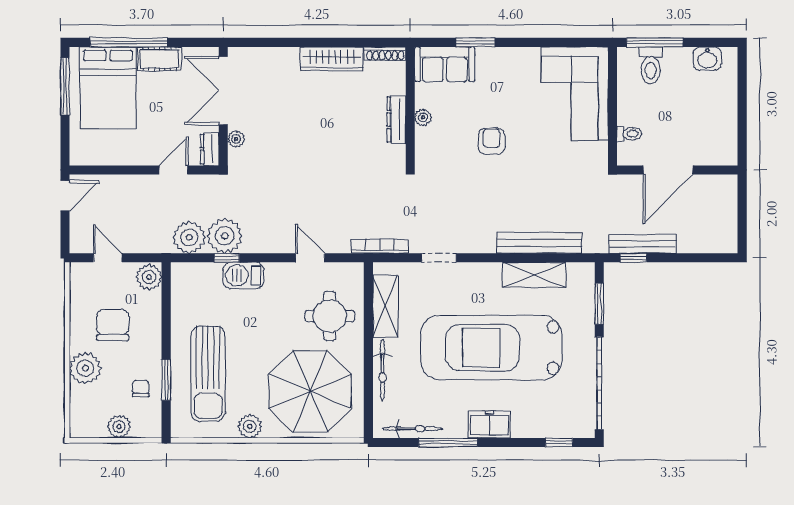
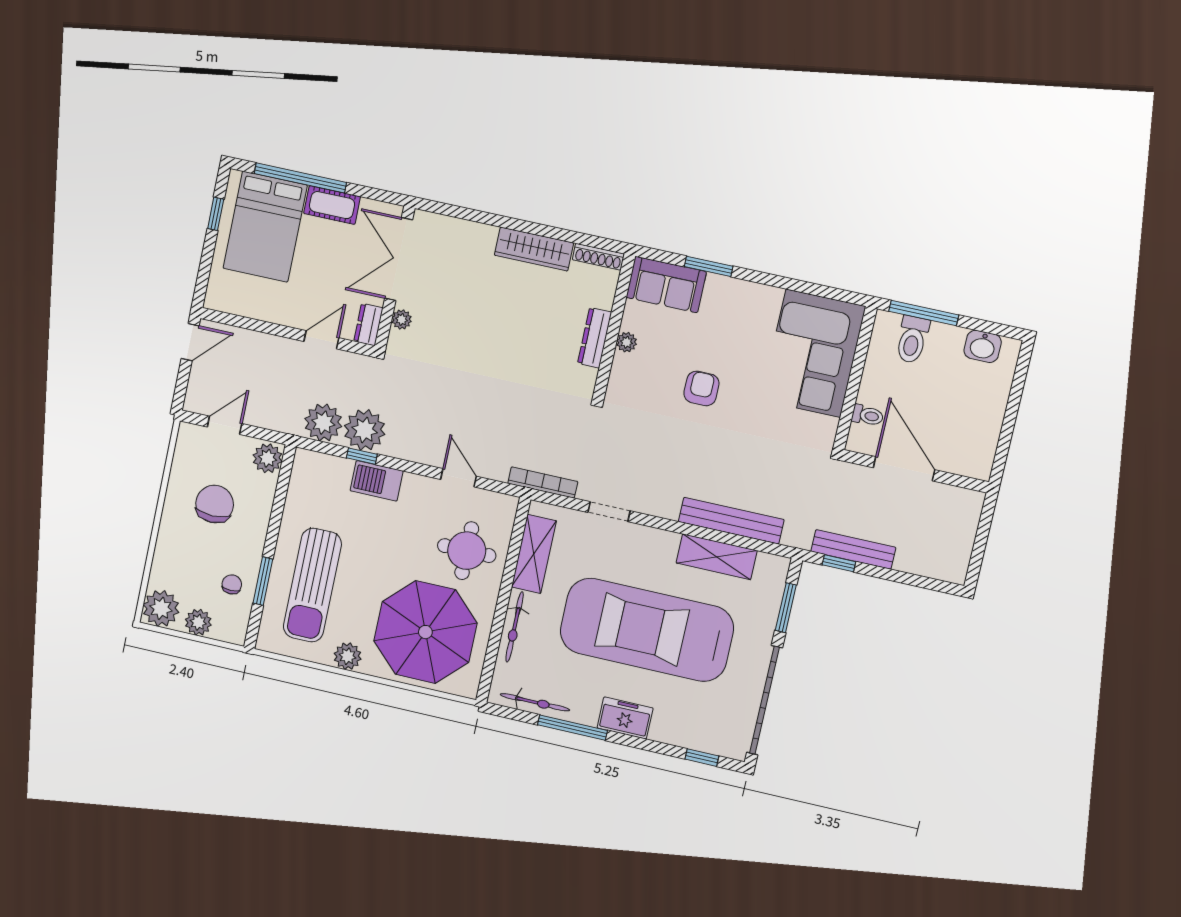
window: (65, 86) -> (216, 214), width x0.46
door: (668, 170) -> (904, 469), swing flipped
door: (108, 258) -> (225, 425), hinge flipped
plant: (85, 368) -> (161, 608), moved

